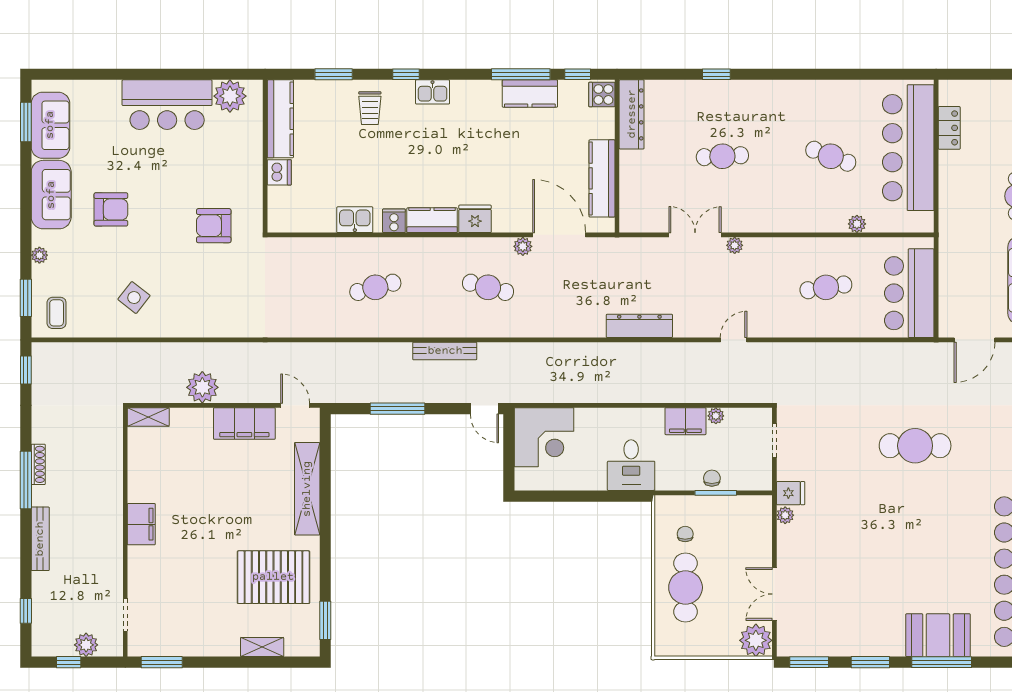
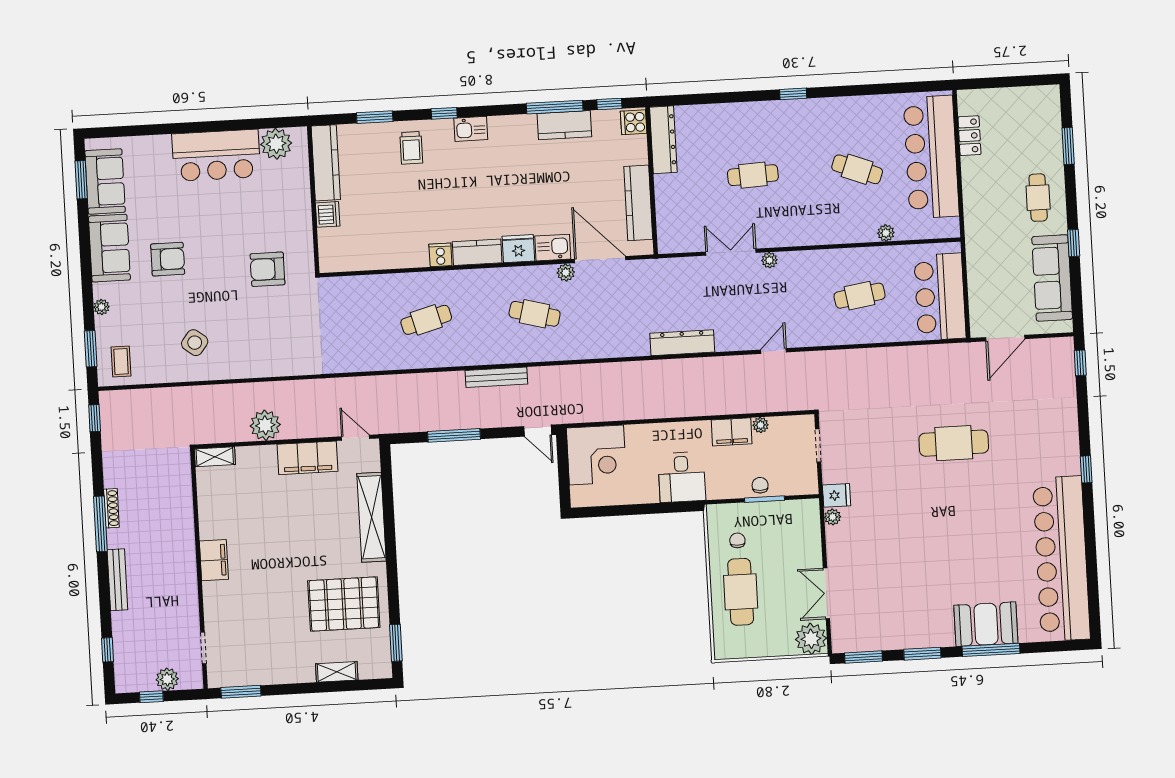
window: (716, 74) -> (793, 94), moved
kitchen sink: (355, 220) -> (553, 248), moved

